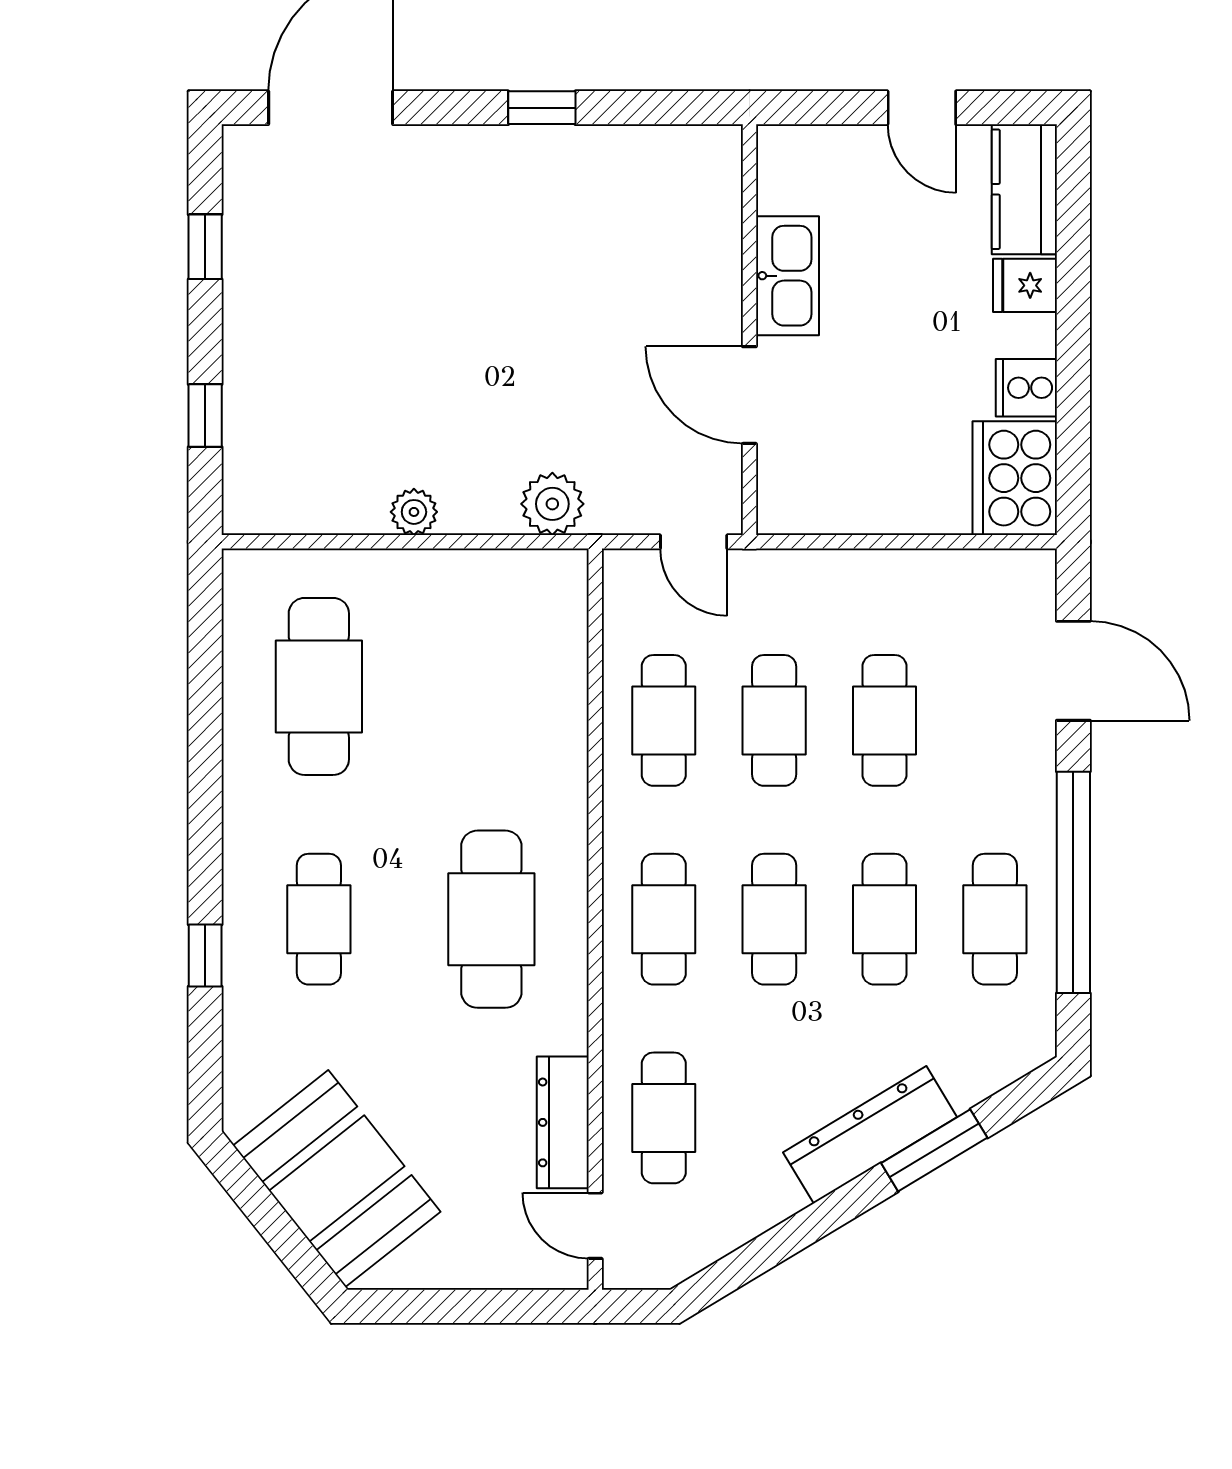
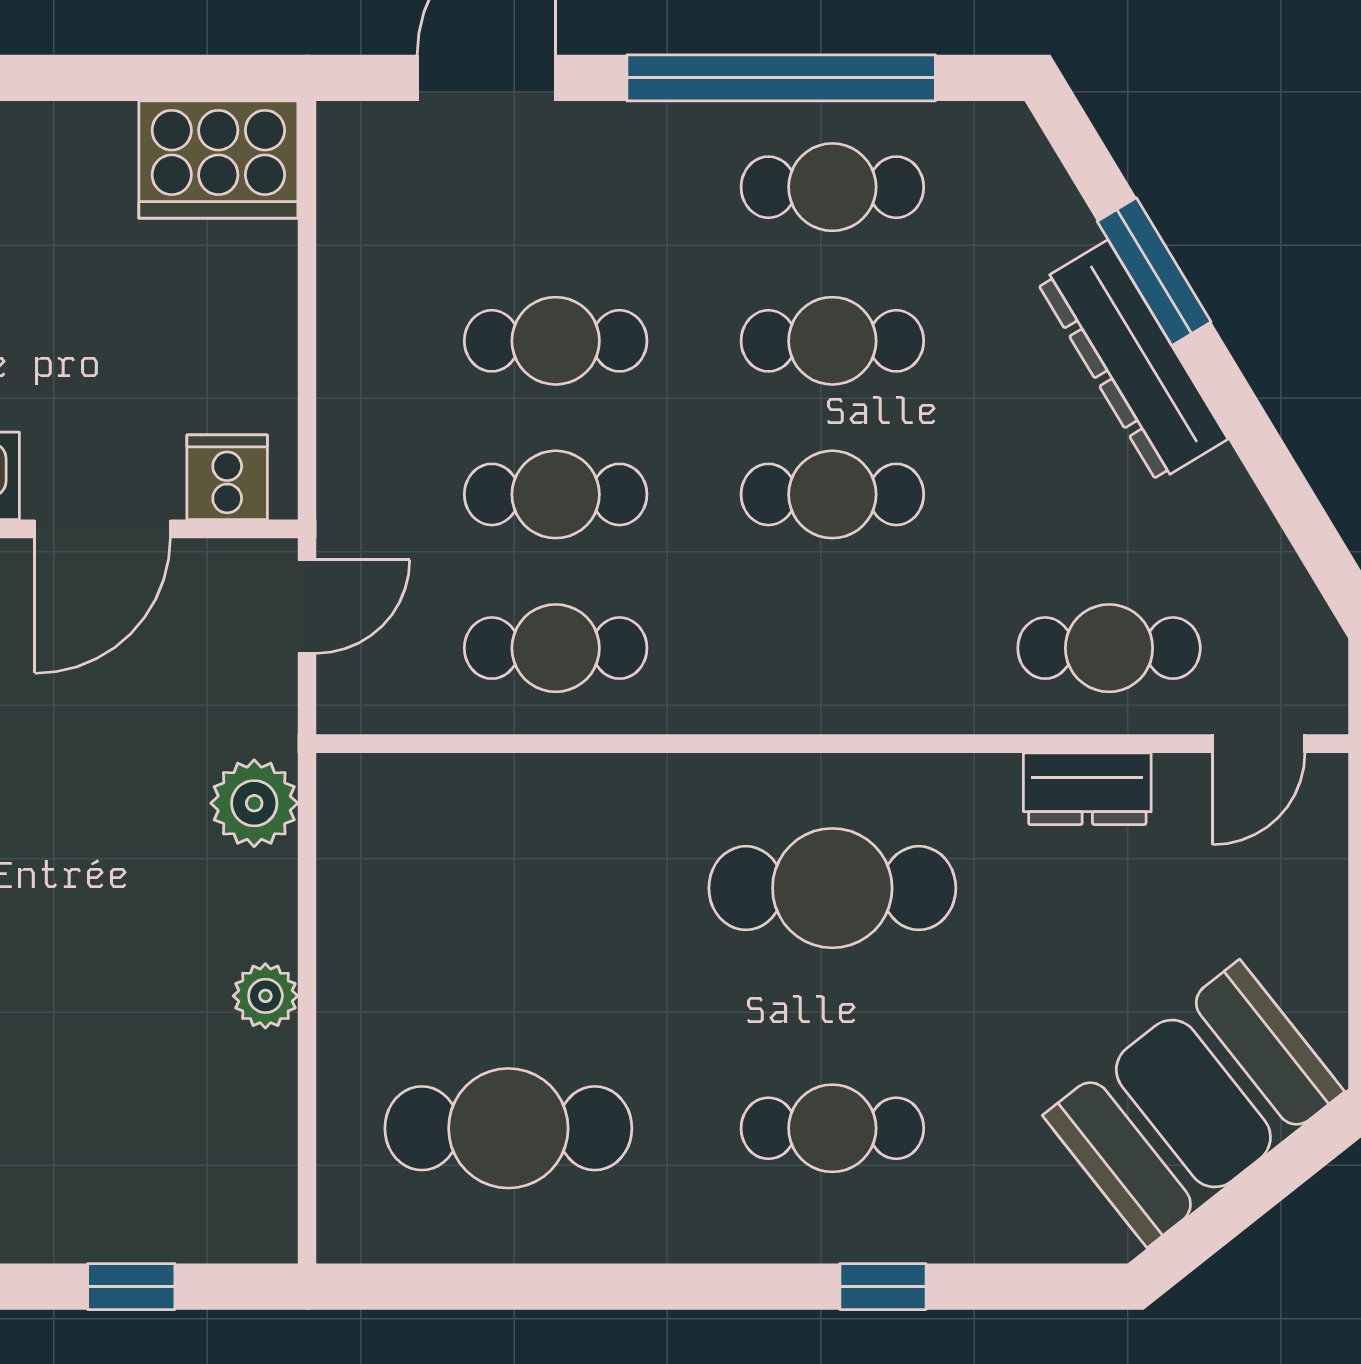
cooker: (1026, 388) -> (227, 477), moved, turned 180
cafe table: (664, 919) -> (832, 648), removed
dresser: (563, 1122) -> (1087, 789), width x0.70

